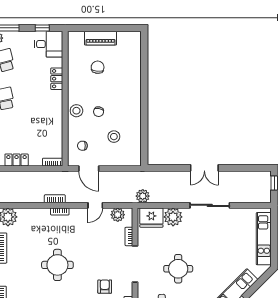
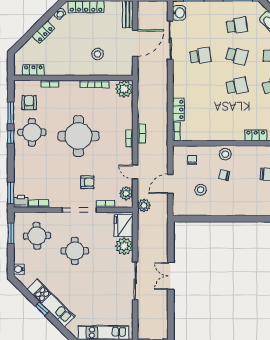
locker: (17, 160) -> (178, 109), moved
door: (89, 168) -> (170, 184), moved
plant: (143, 196) -> (144, 205), moved
round table: (57, 265) -> (78, 136), width x1.36, depth x1.36
armchair: (105, 287) -> (87, 182), moved

